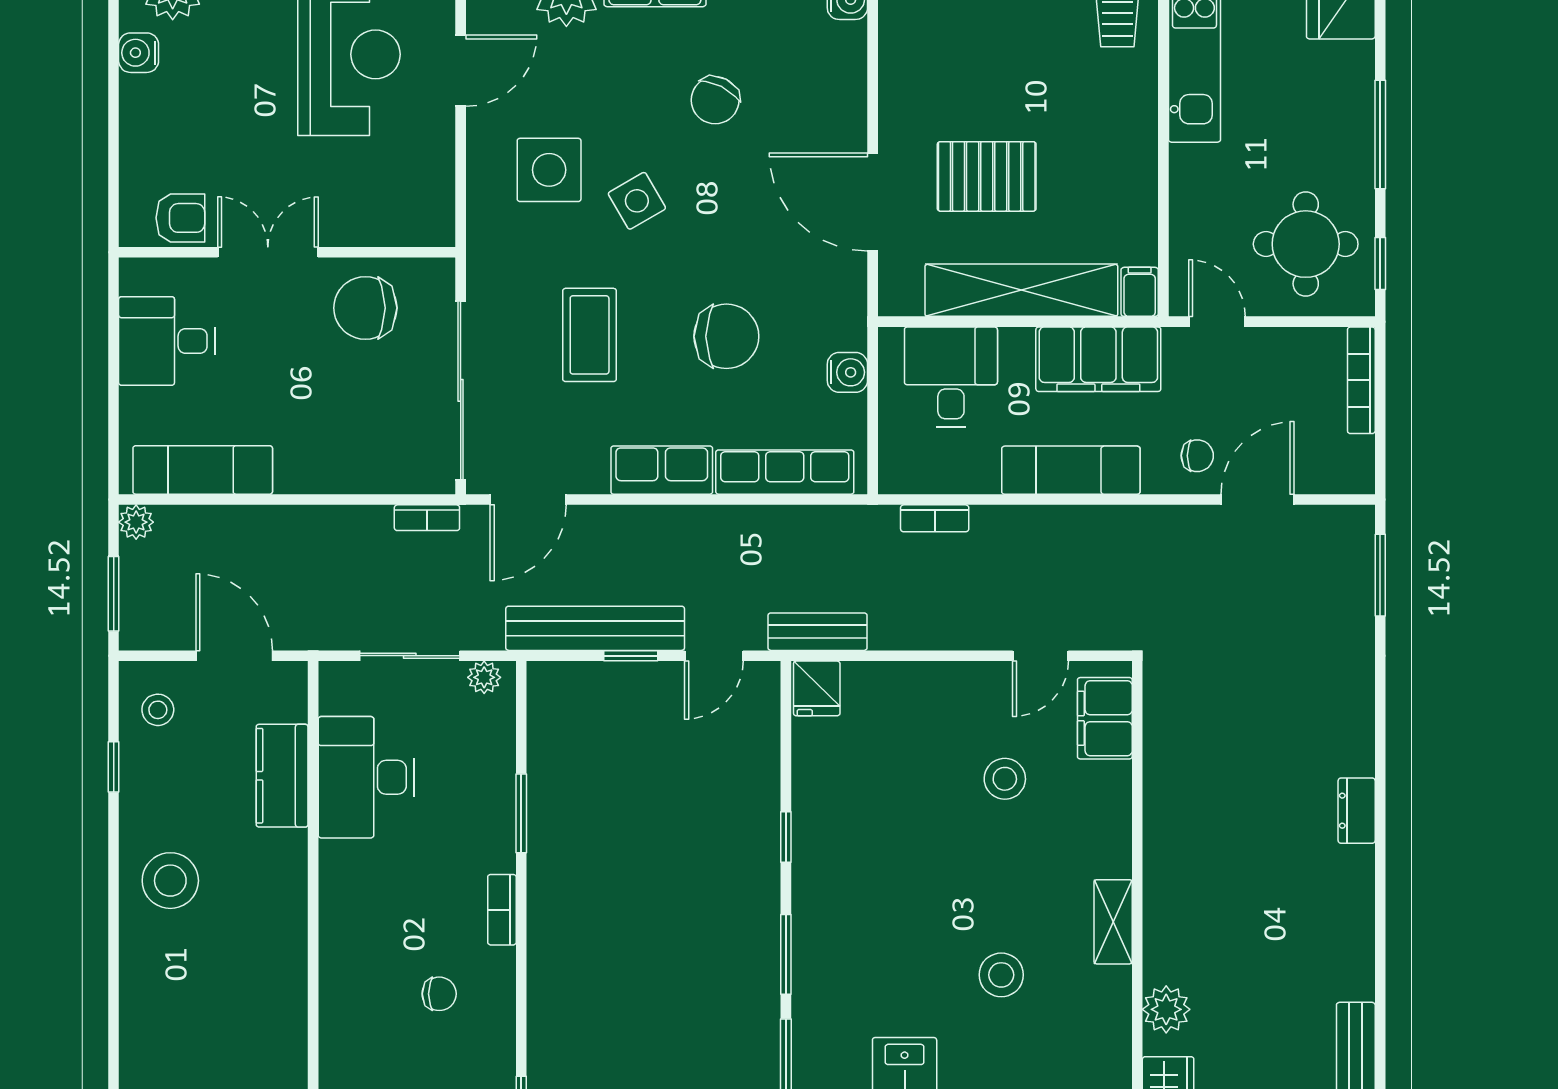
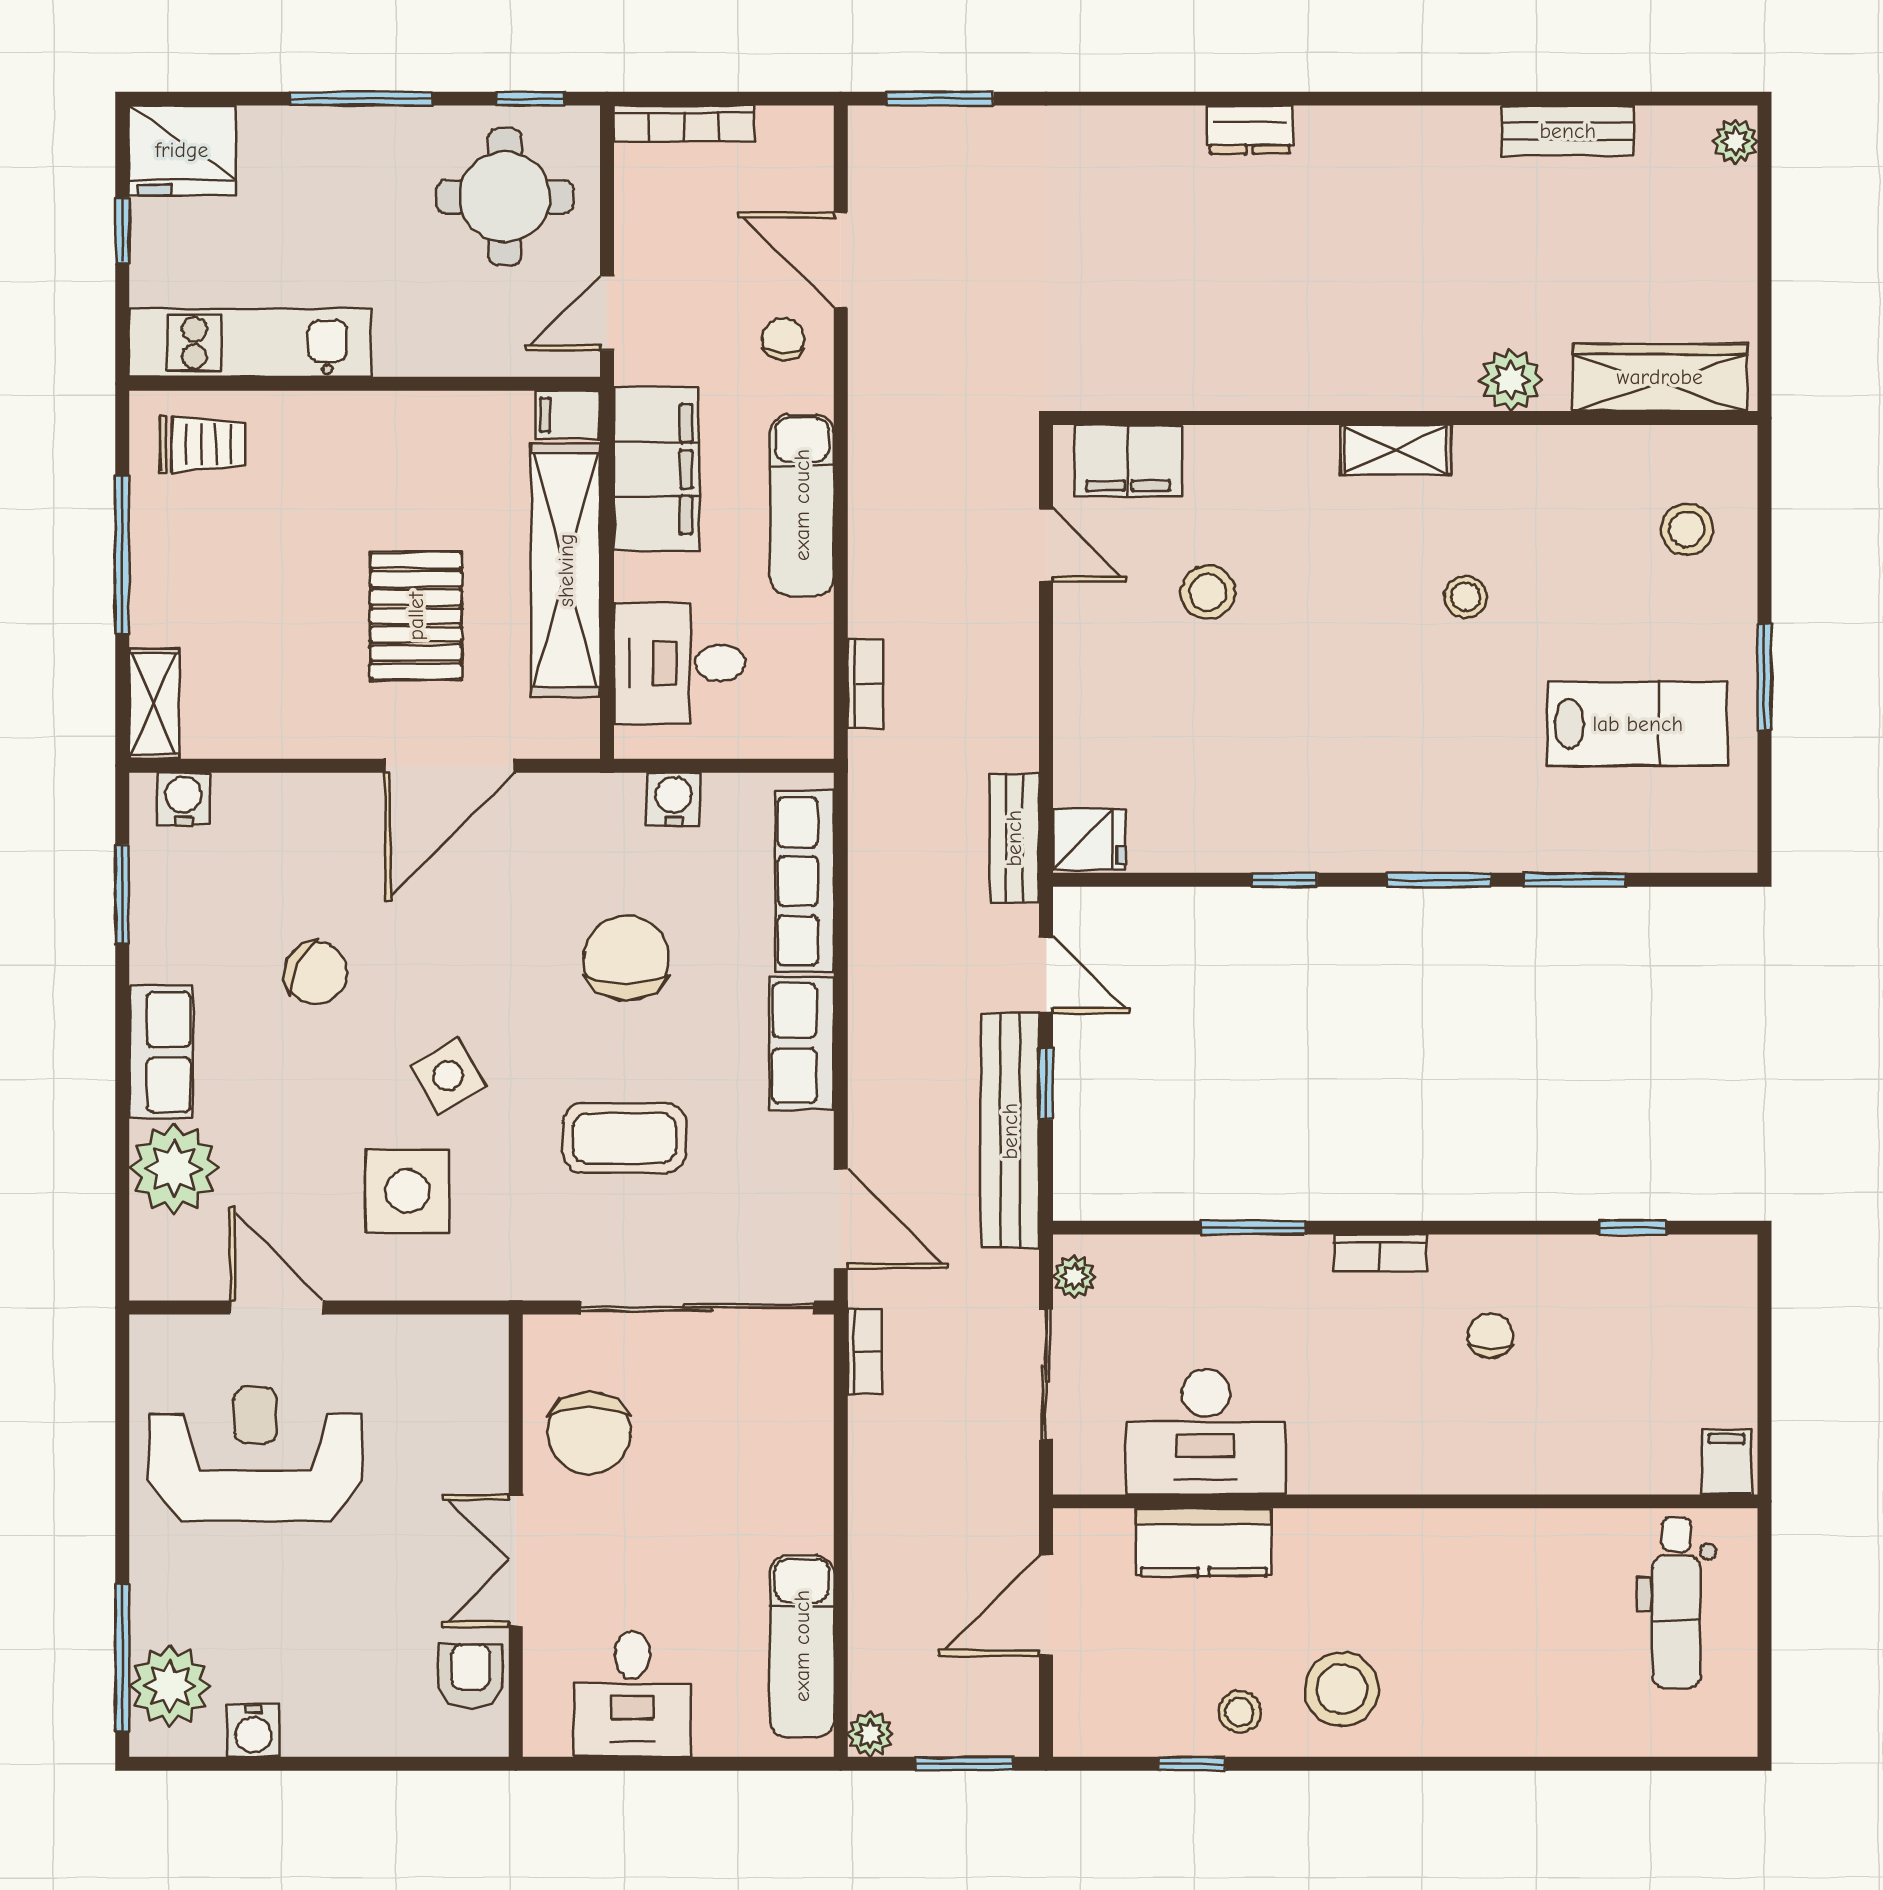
stool: (158, 710) -> (1240, 1712), moved
stool: (1001, 975) -> (1466, 597), width x0.73, depth x0.73

